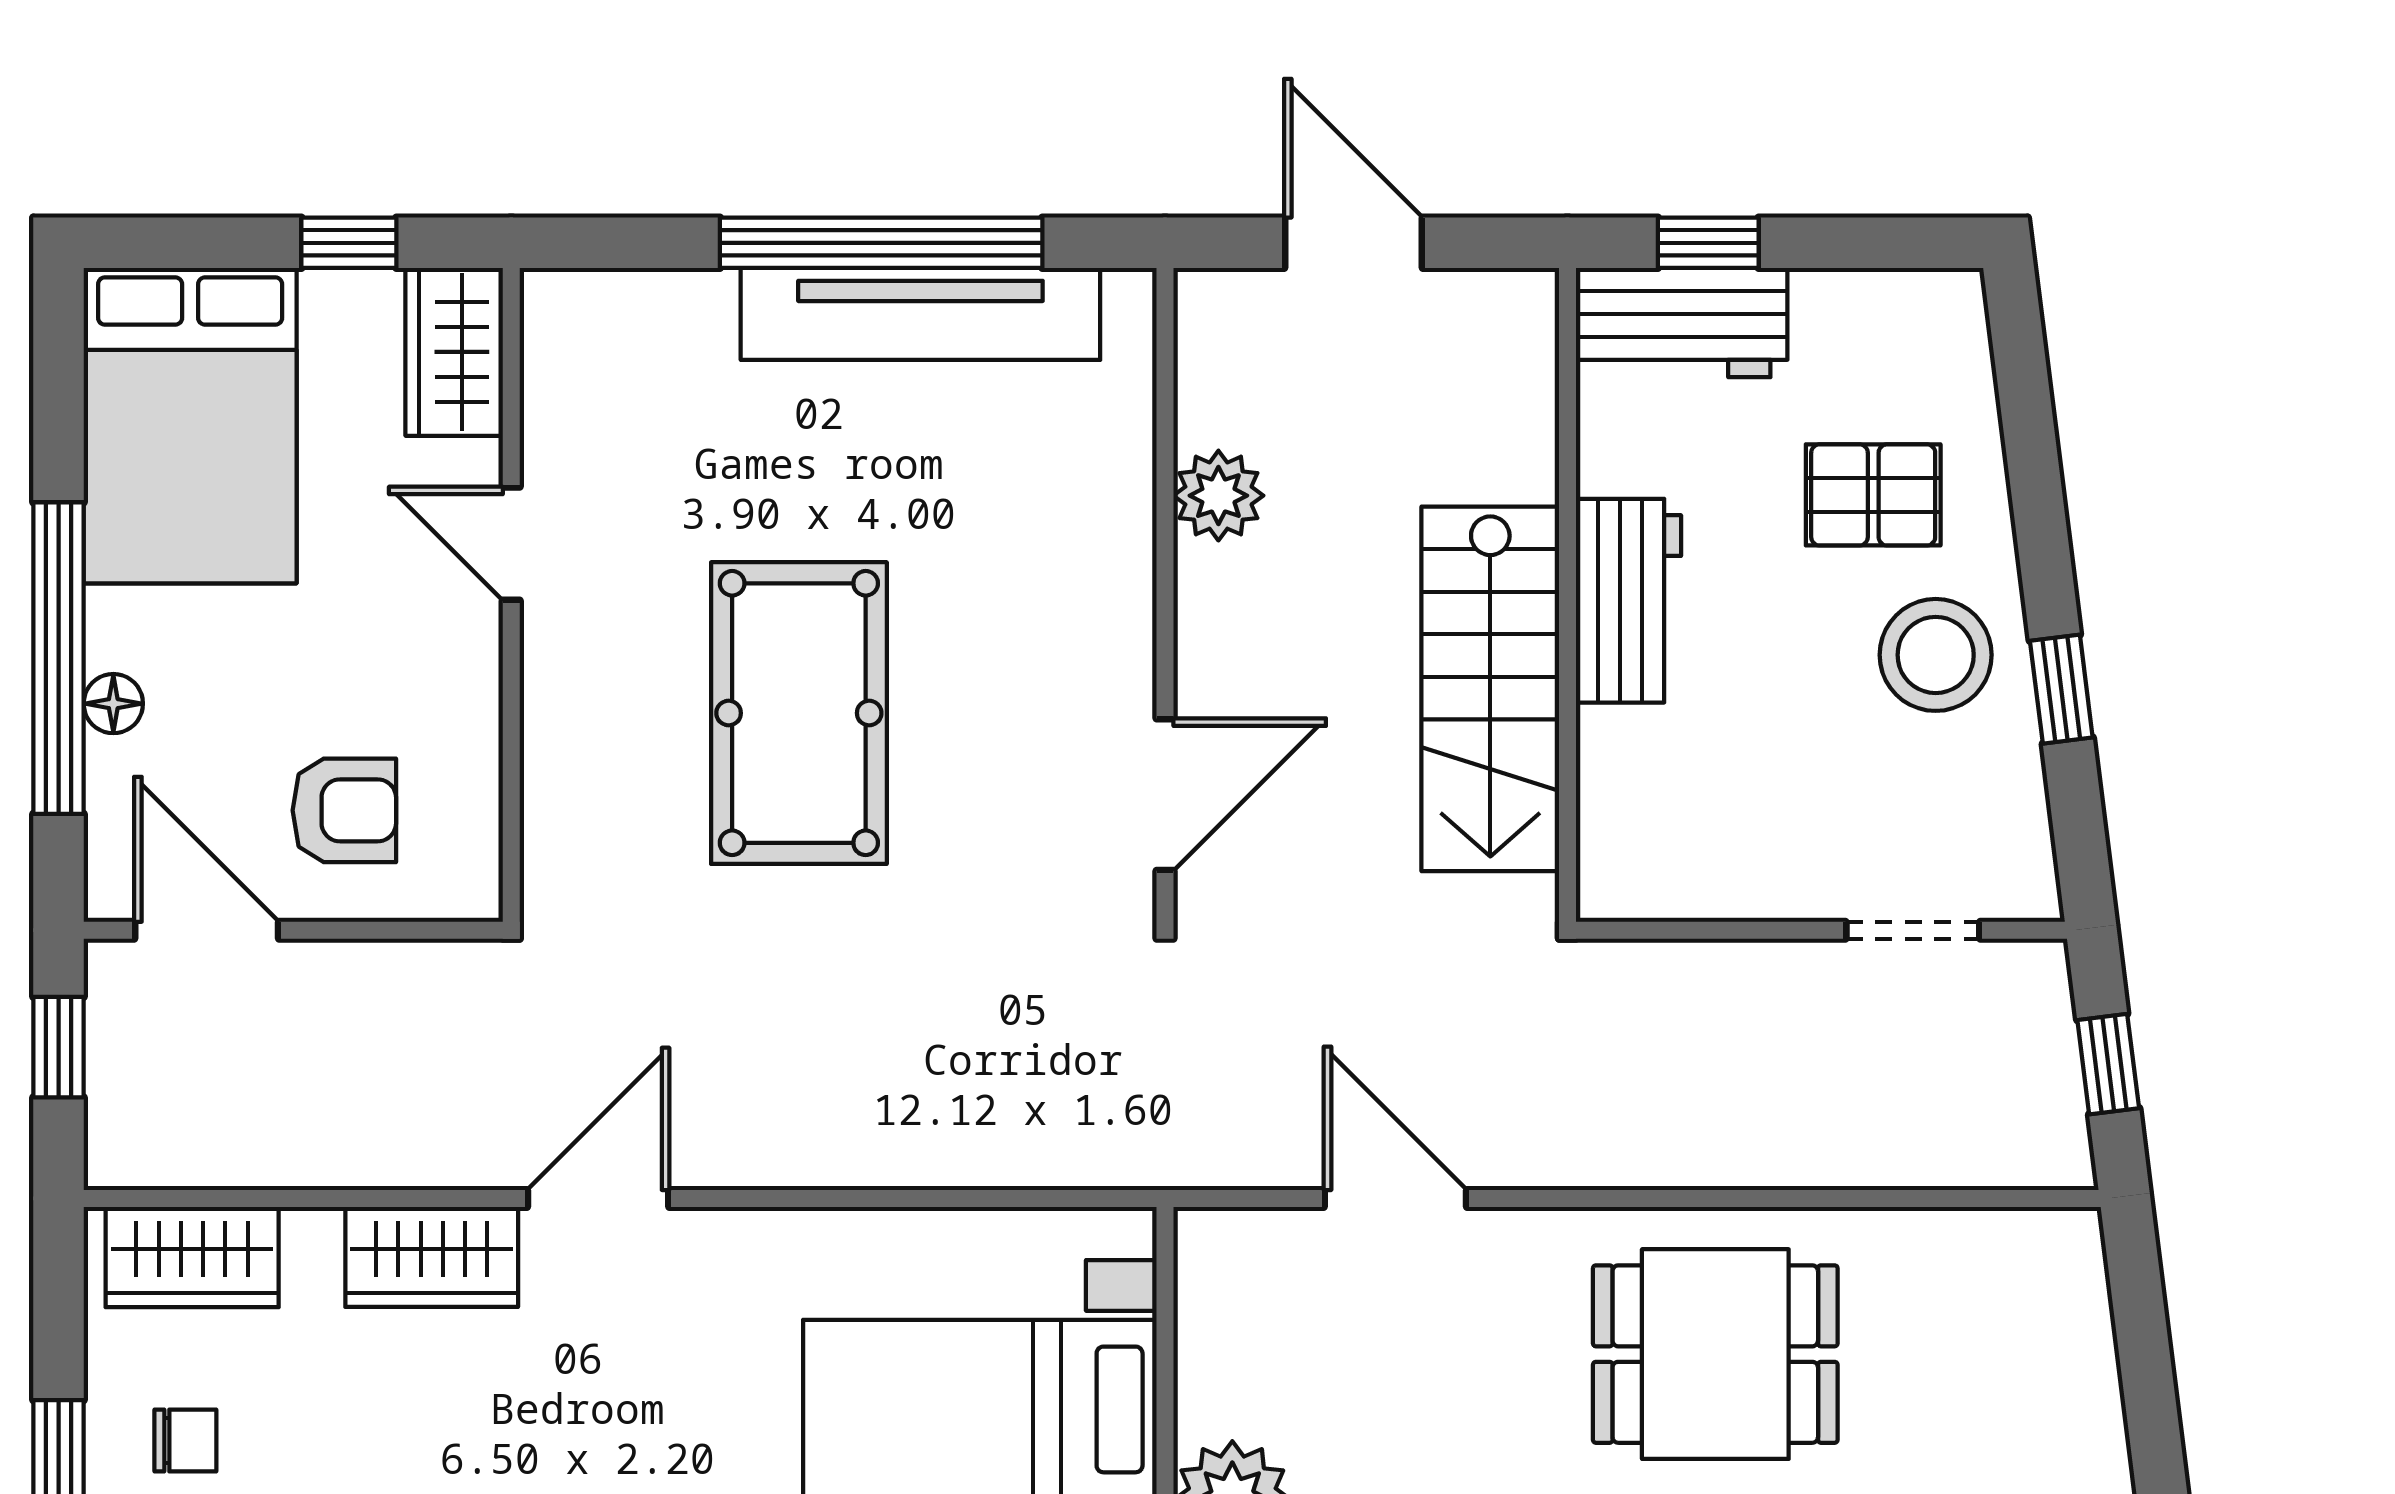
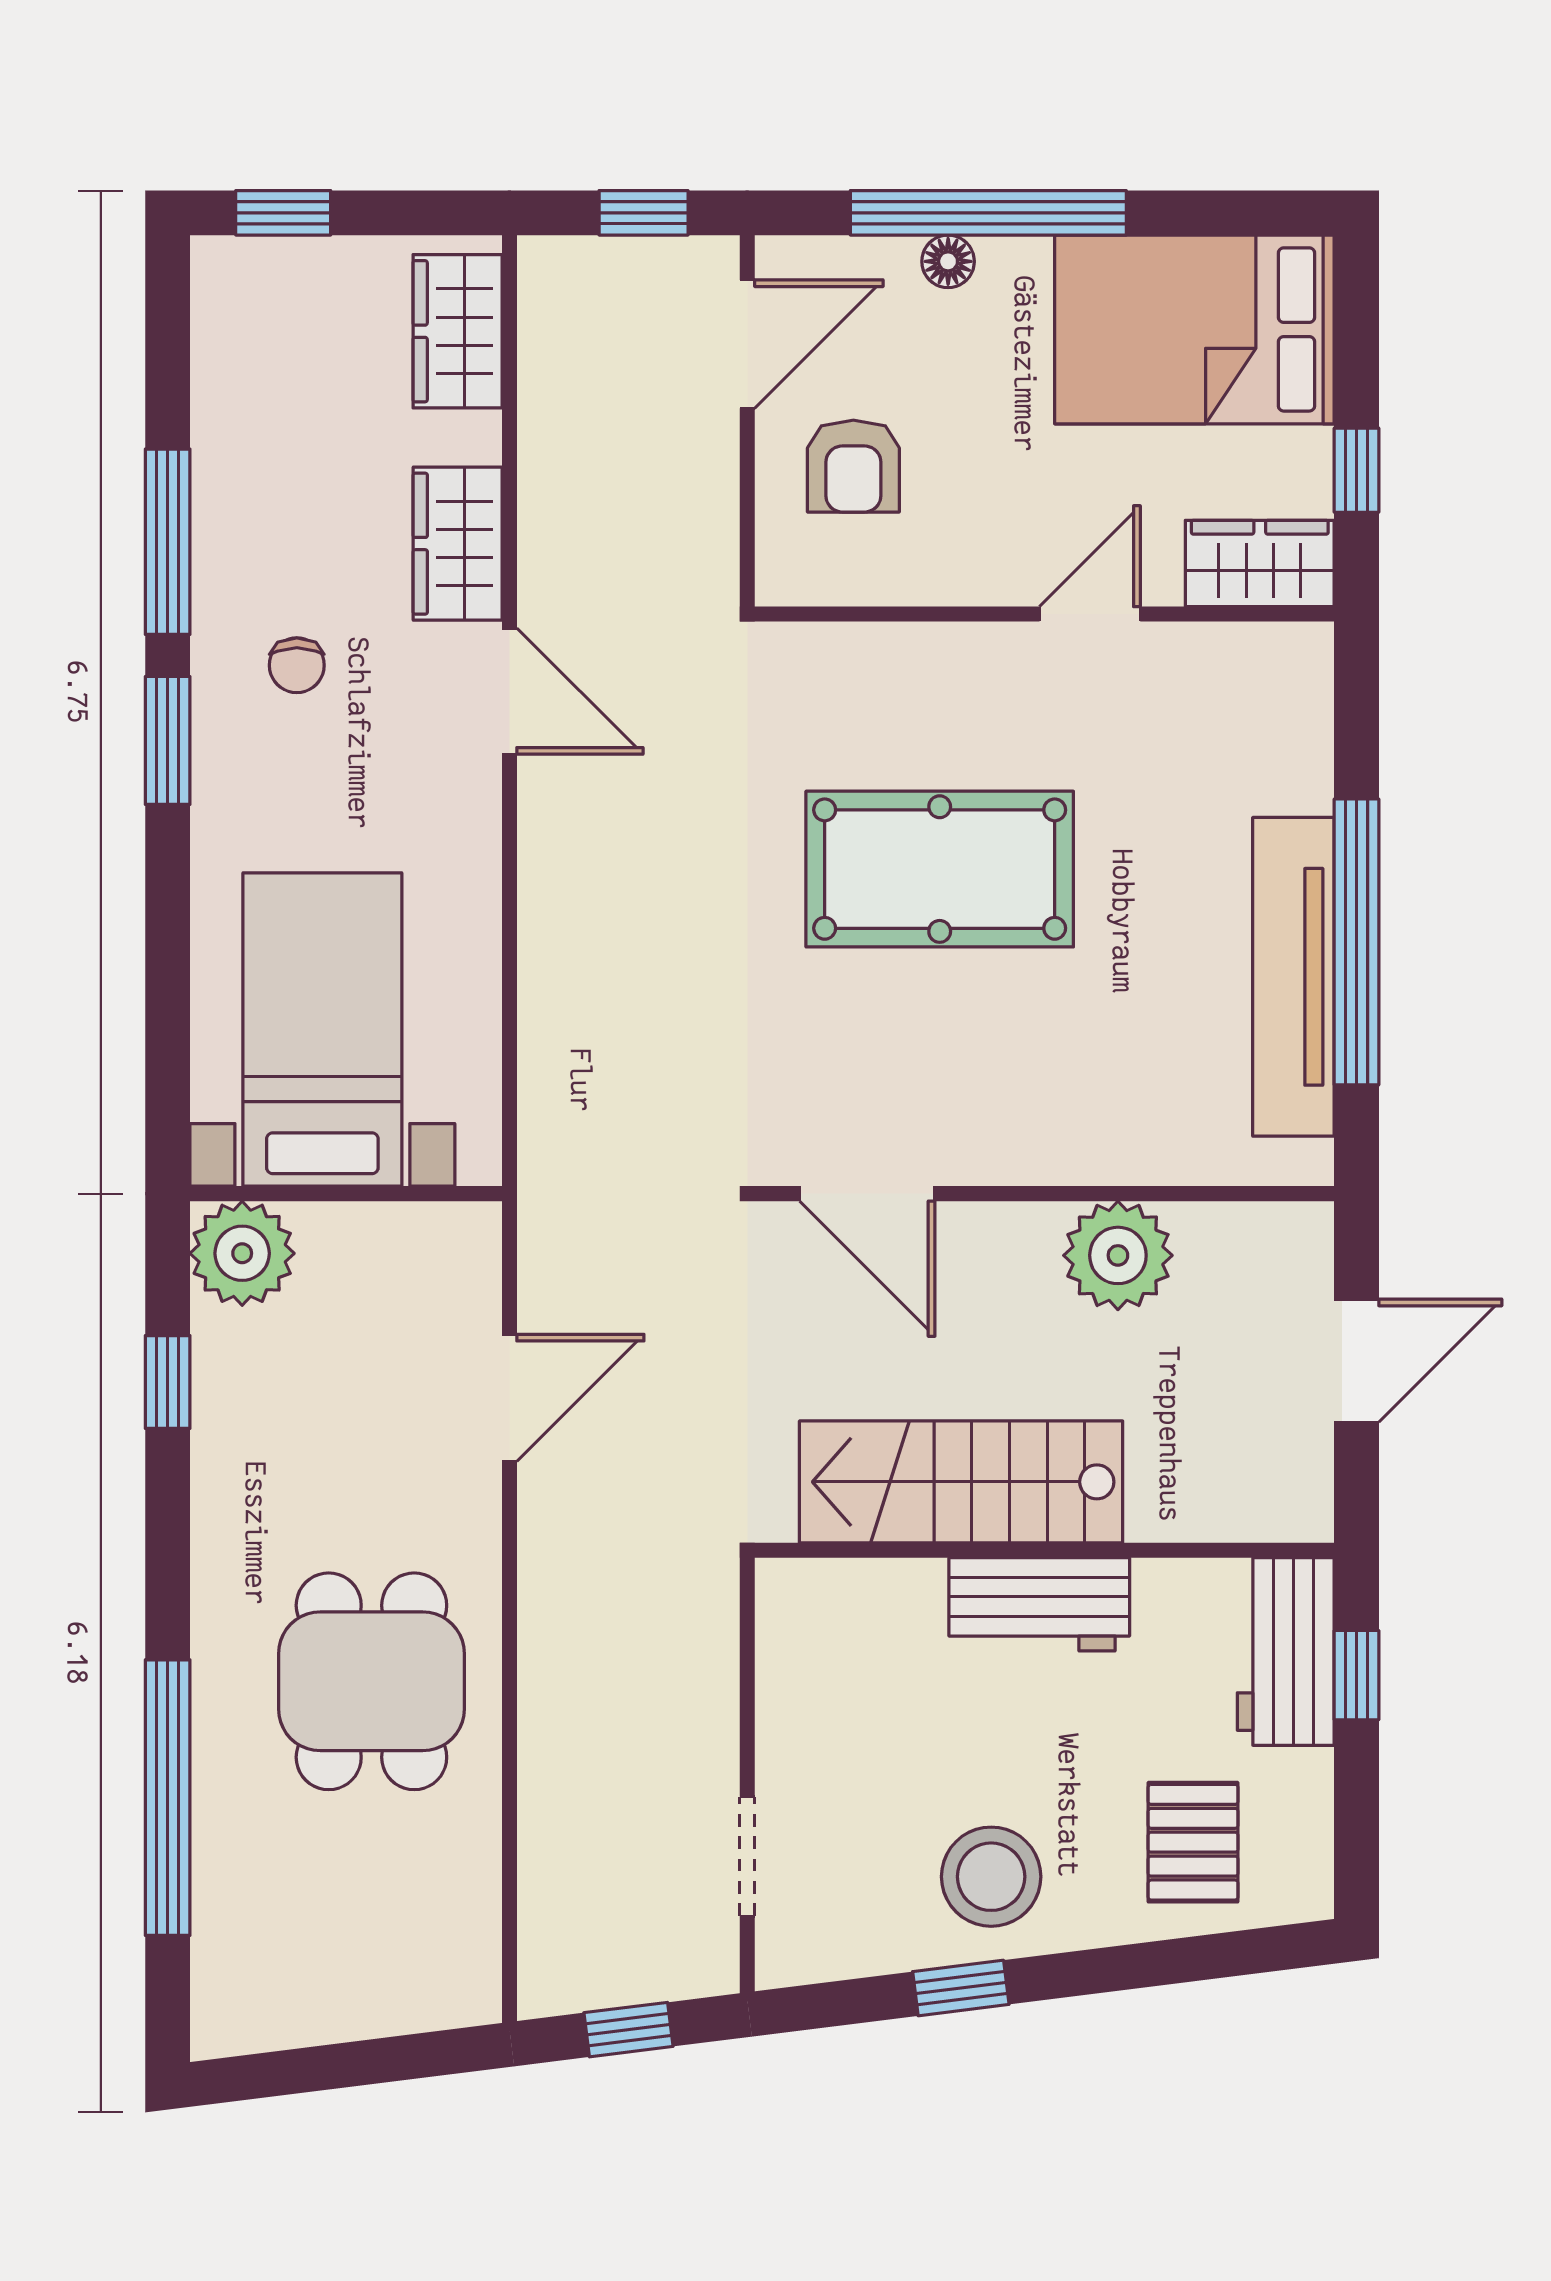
pallet: (1873, 495) -> (1193, 1842), moved
plant: (1218, 496) -> (1118, 1255), width x1.36, depth x1.36
chair: (185, 1440) -> (297, 665), moved

